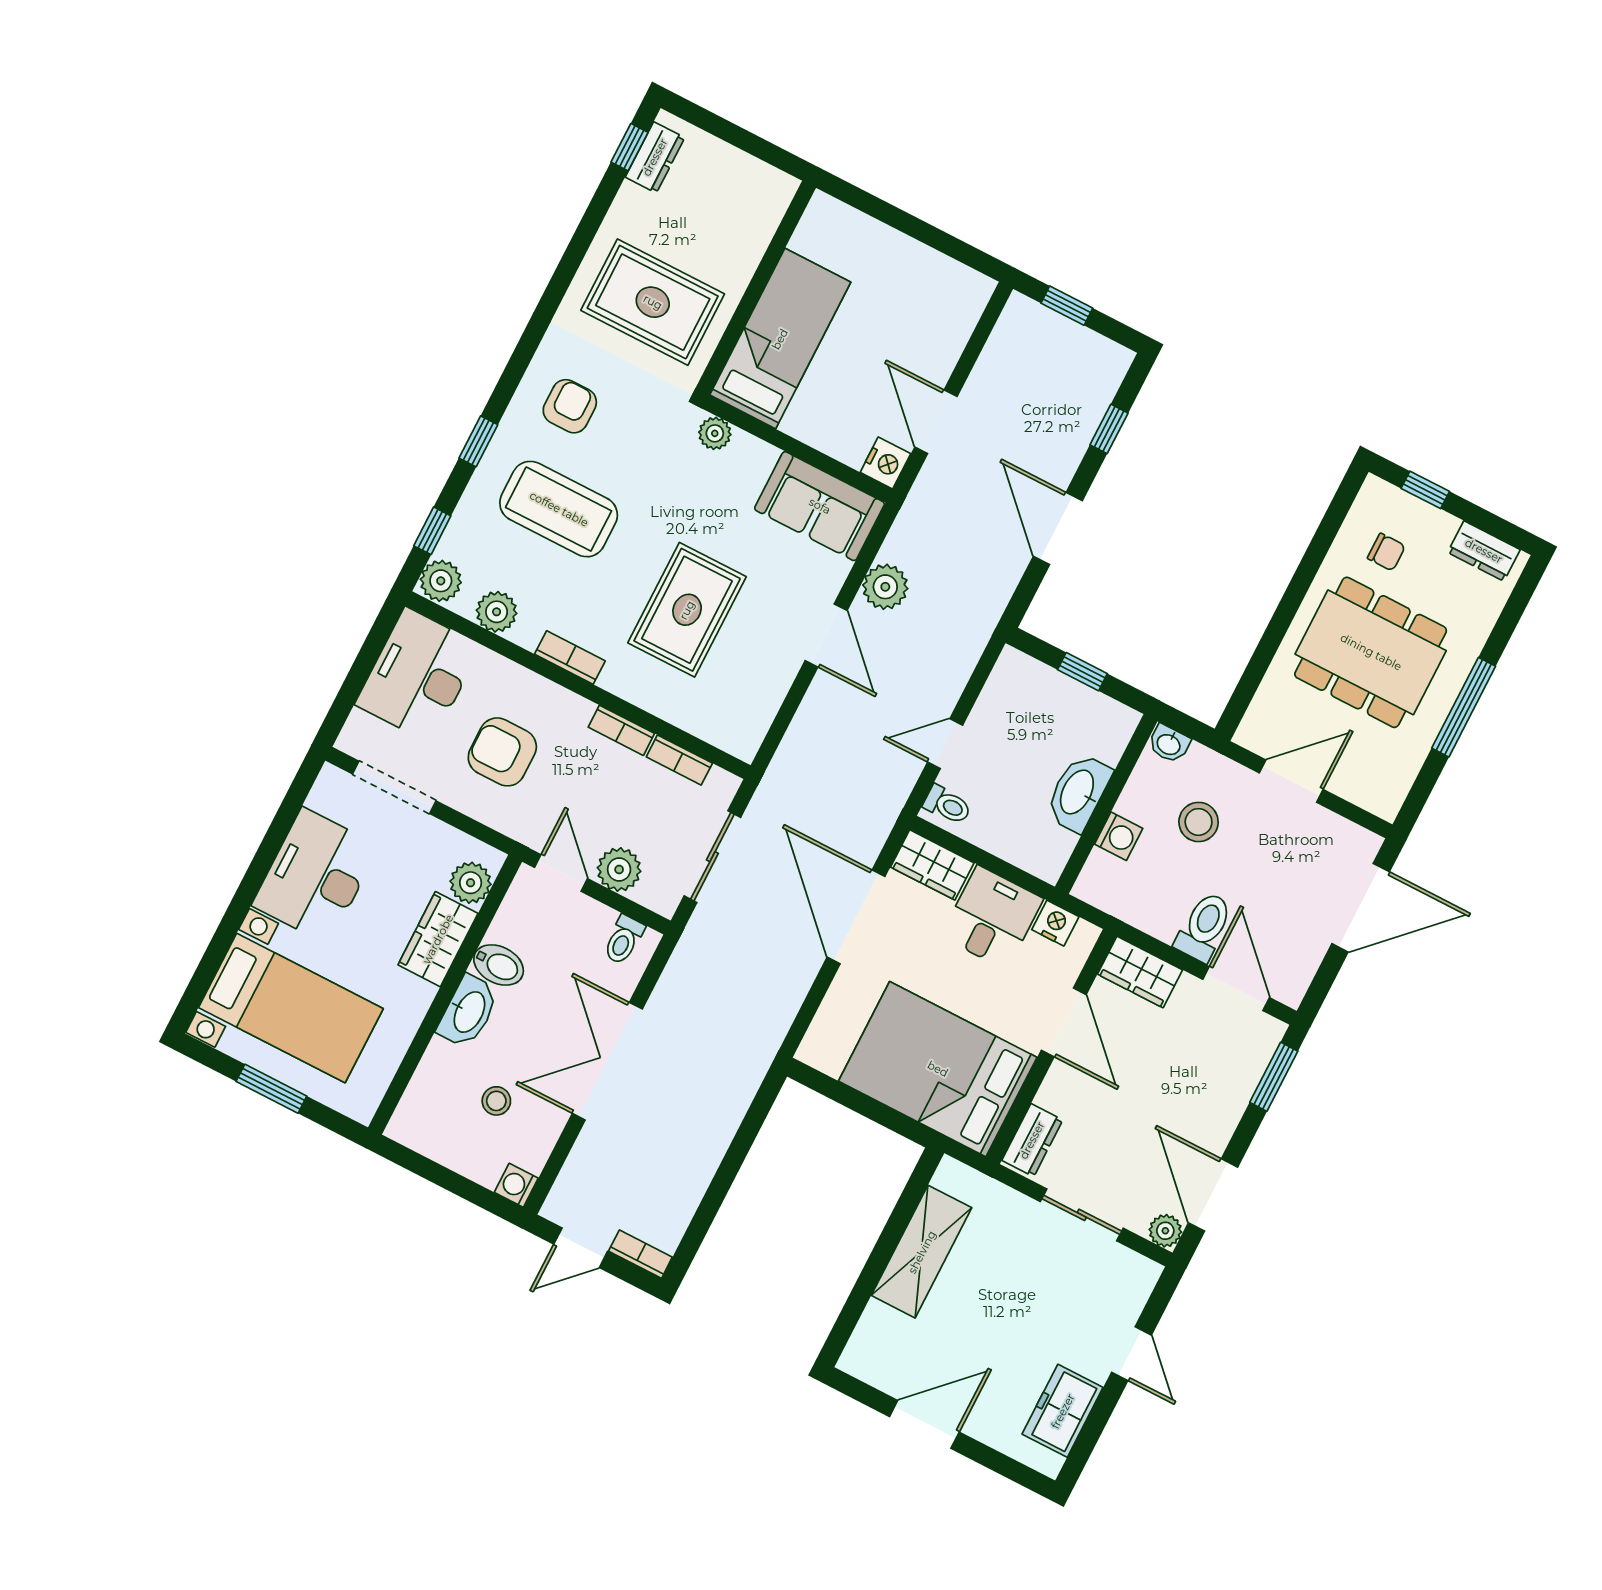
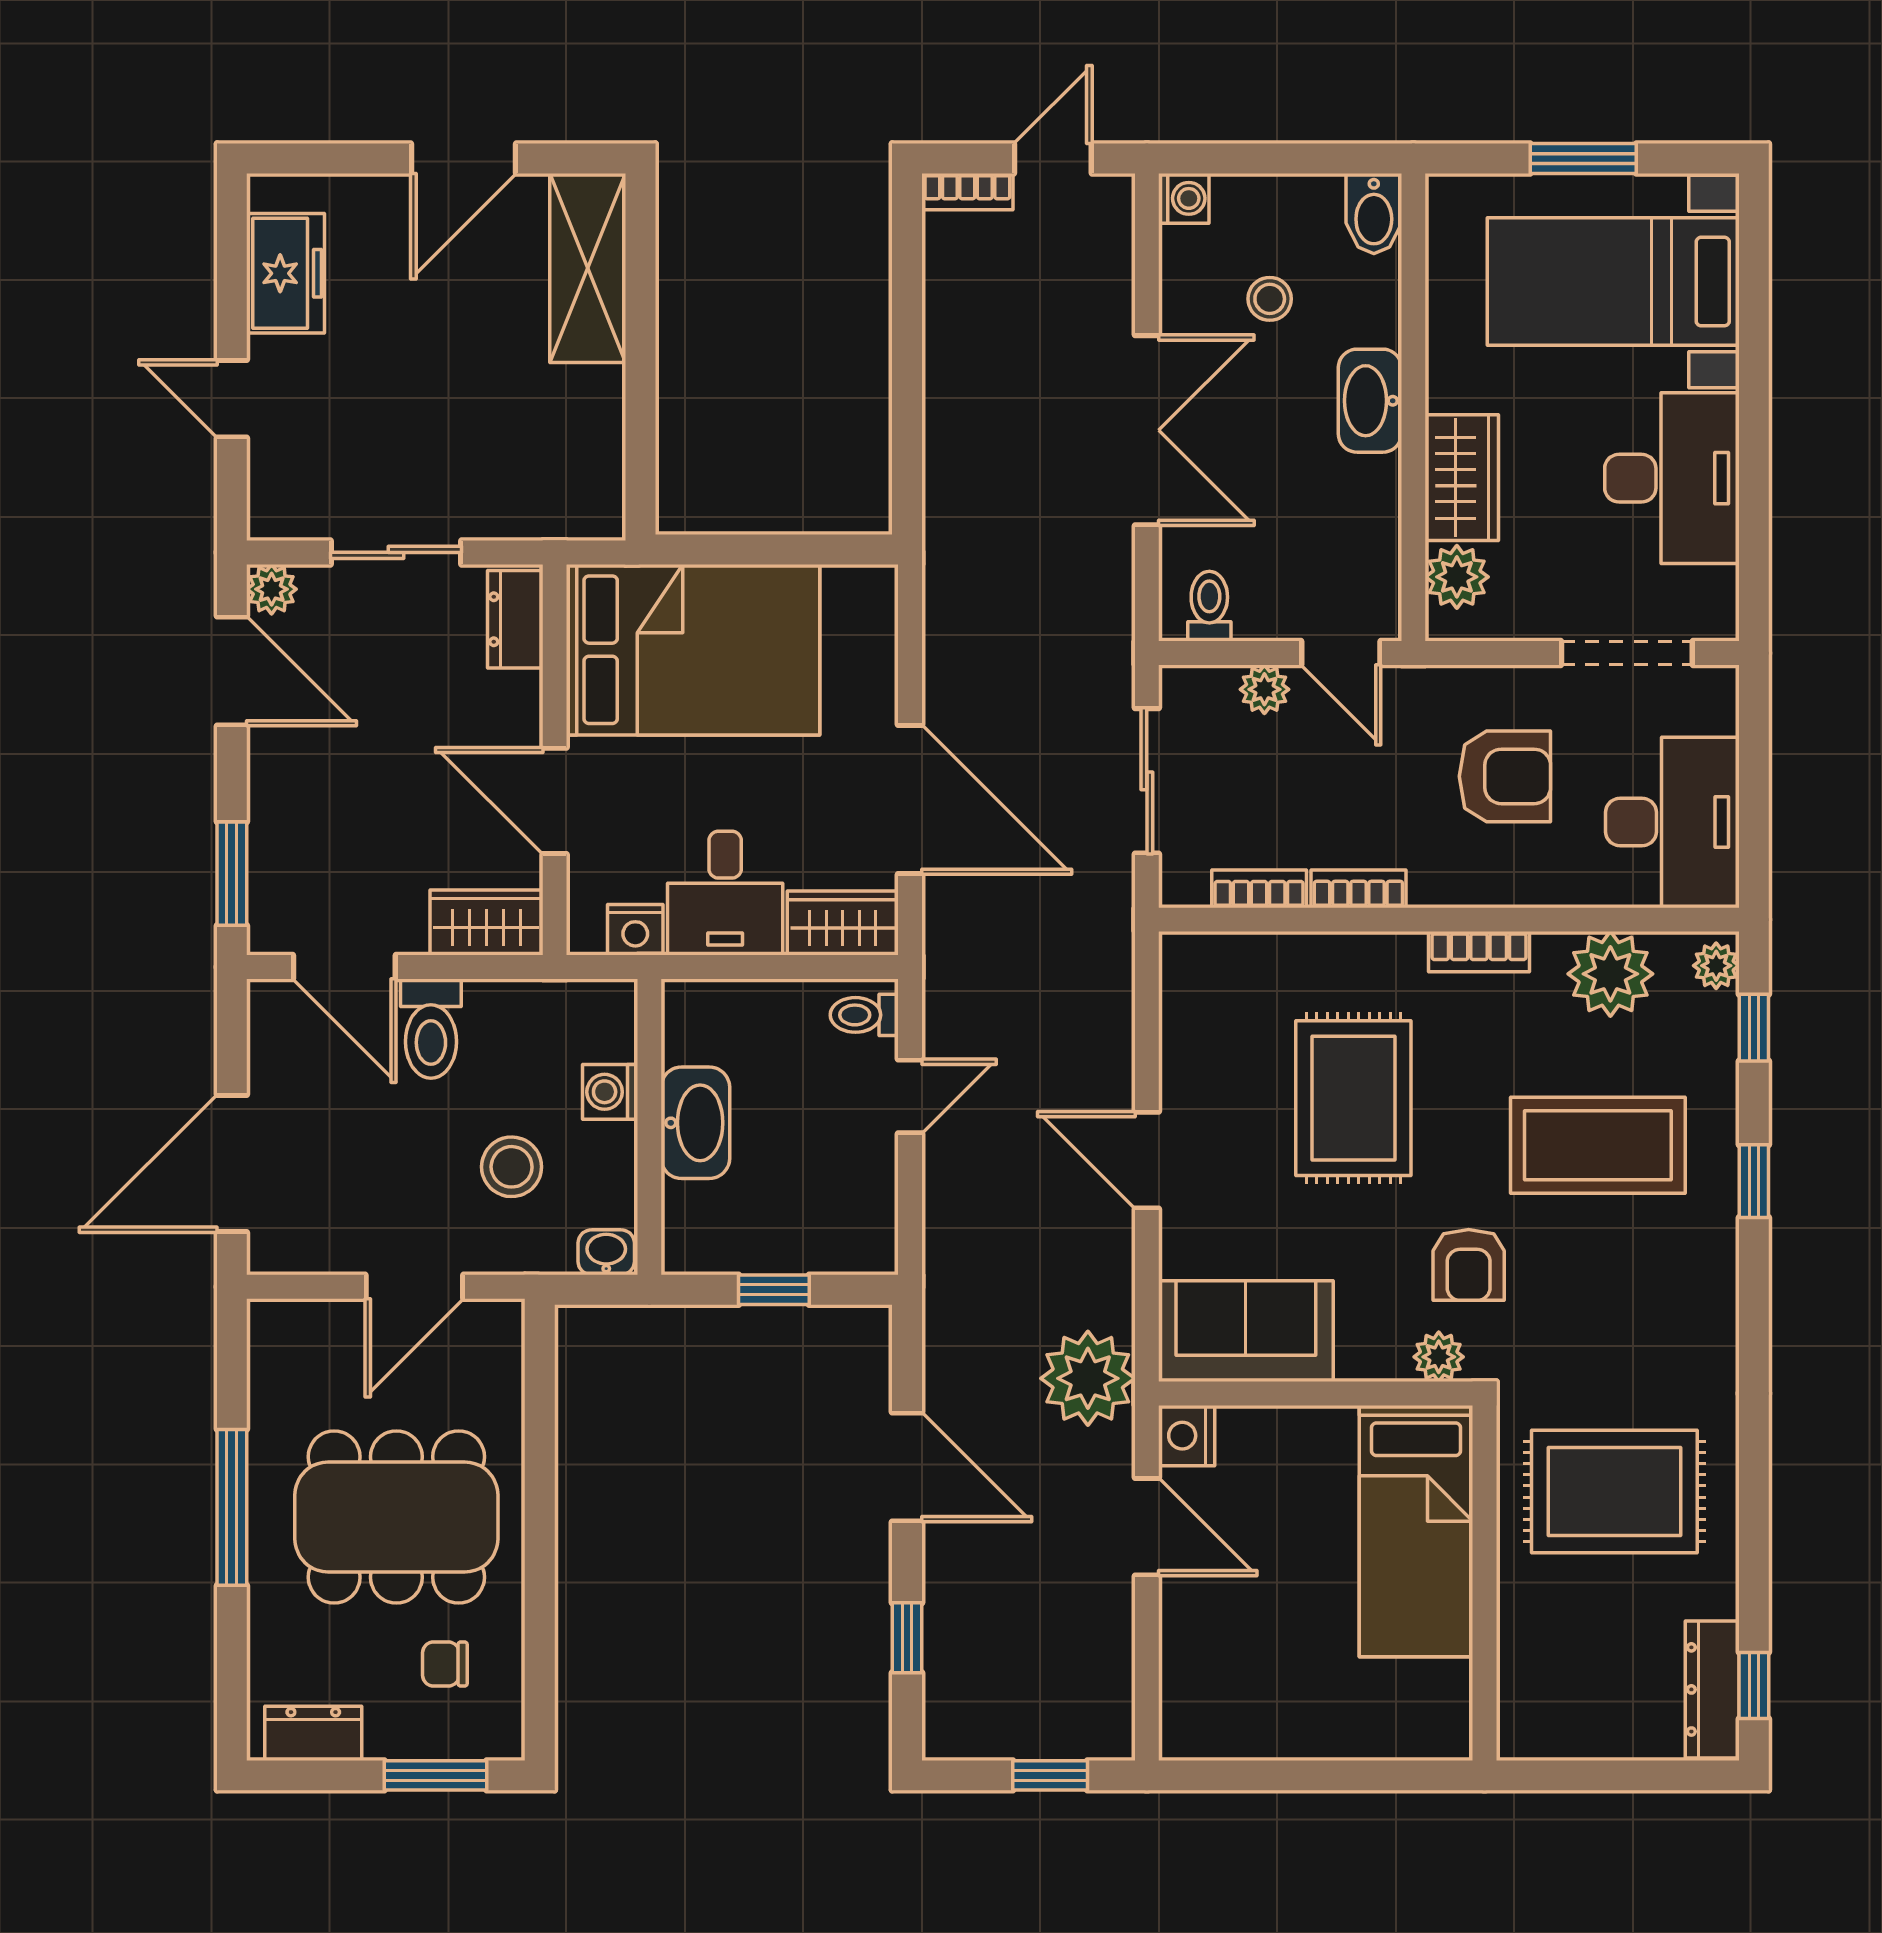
dresser: (655, 157) -> (1712, 1689), width x1.44
armchair: (570, 406) -> (1469, 1265), moved
window: (1425, 490) -> (436, 1775), width x1.50
plant: (441, 581) -> (1716, 966), width x0.73, depth x0.73
plant: (885, 587) -> (1088, 1378), moved, width x1.36, depth x1.36
plant: (497, 612) -> (1610, 974), width x1.36, depth x1.36
plant: (619, 869) -> (1264, 689), width x0.73, depth x0.73
bidet: (499, 965) -> (1374, 213), moved, turned -90
shelving: (922, 1252) -> (588, 268), moved

